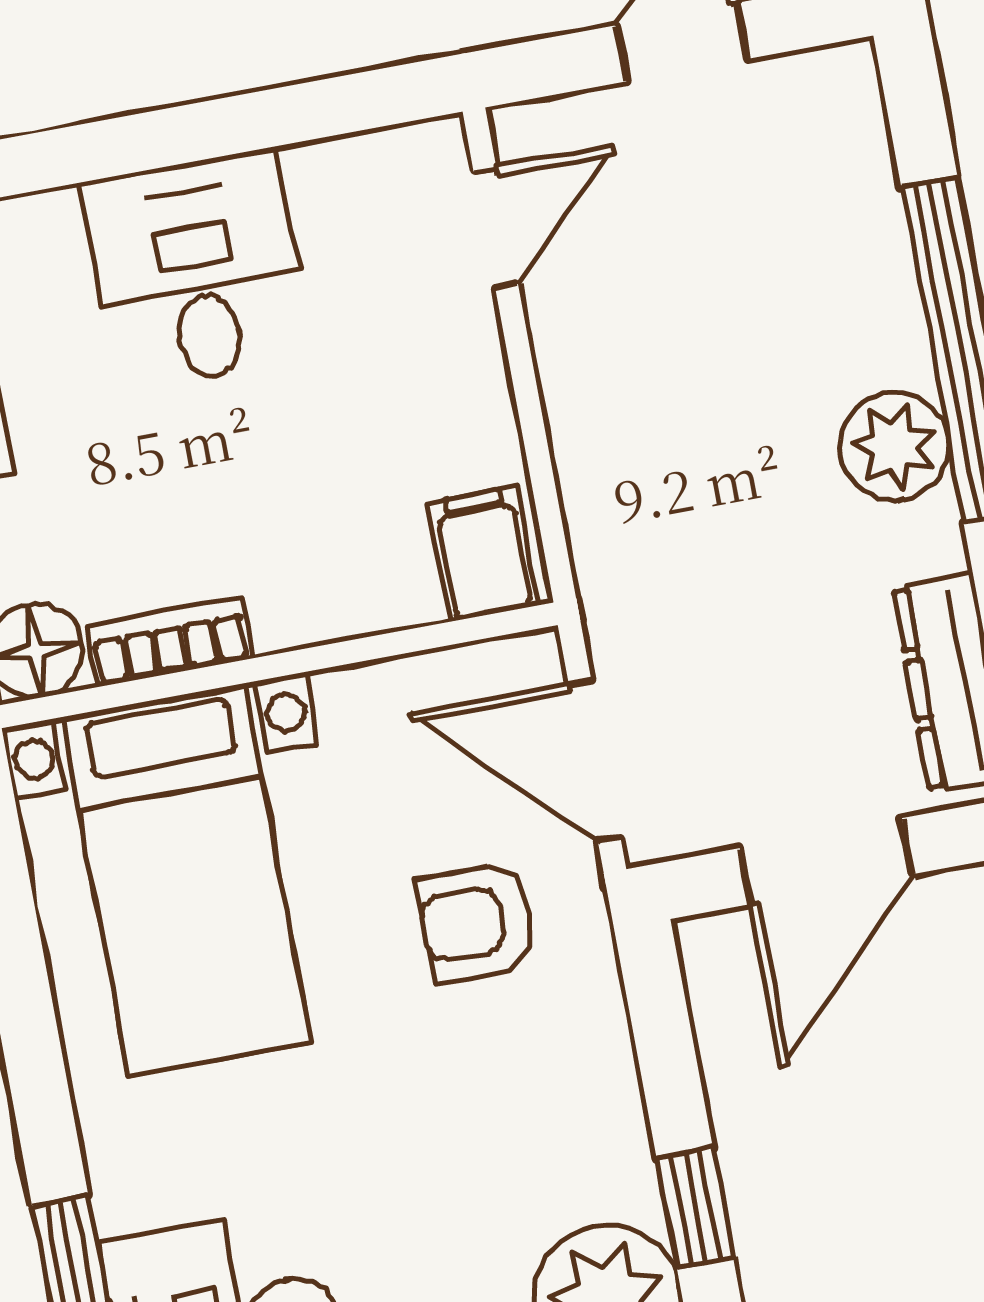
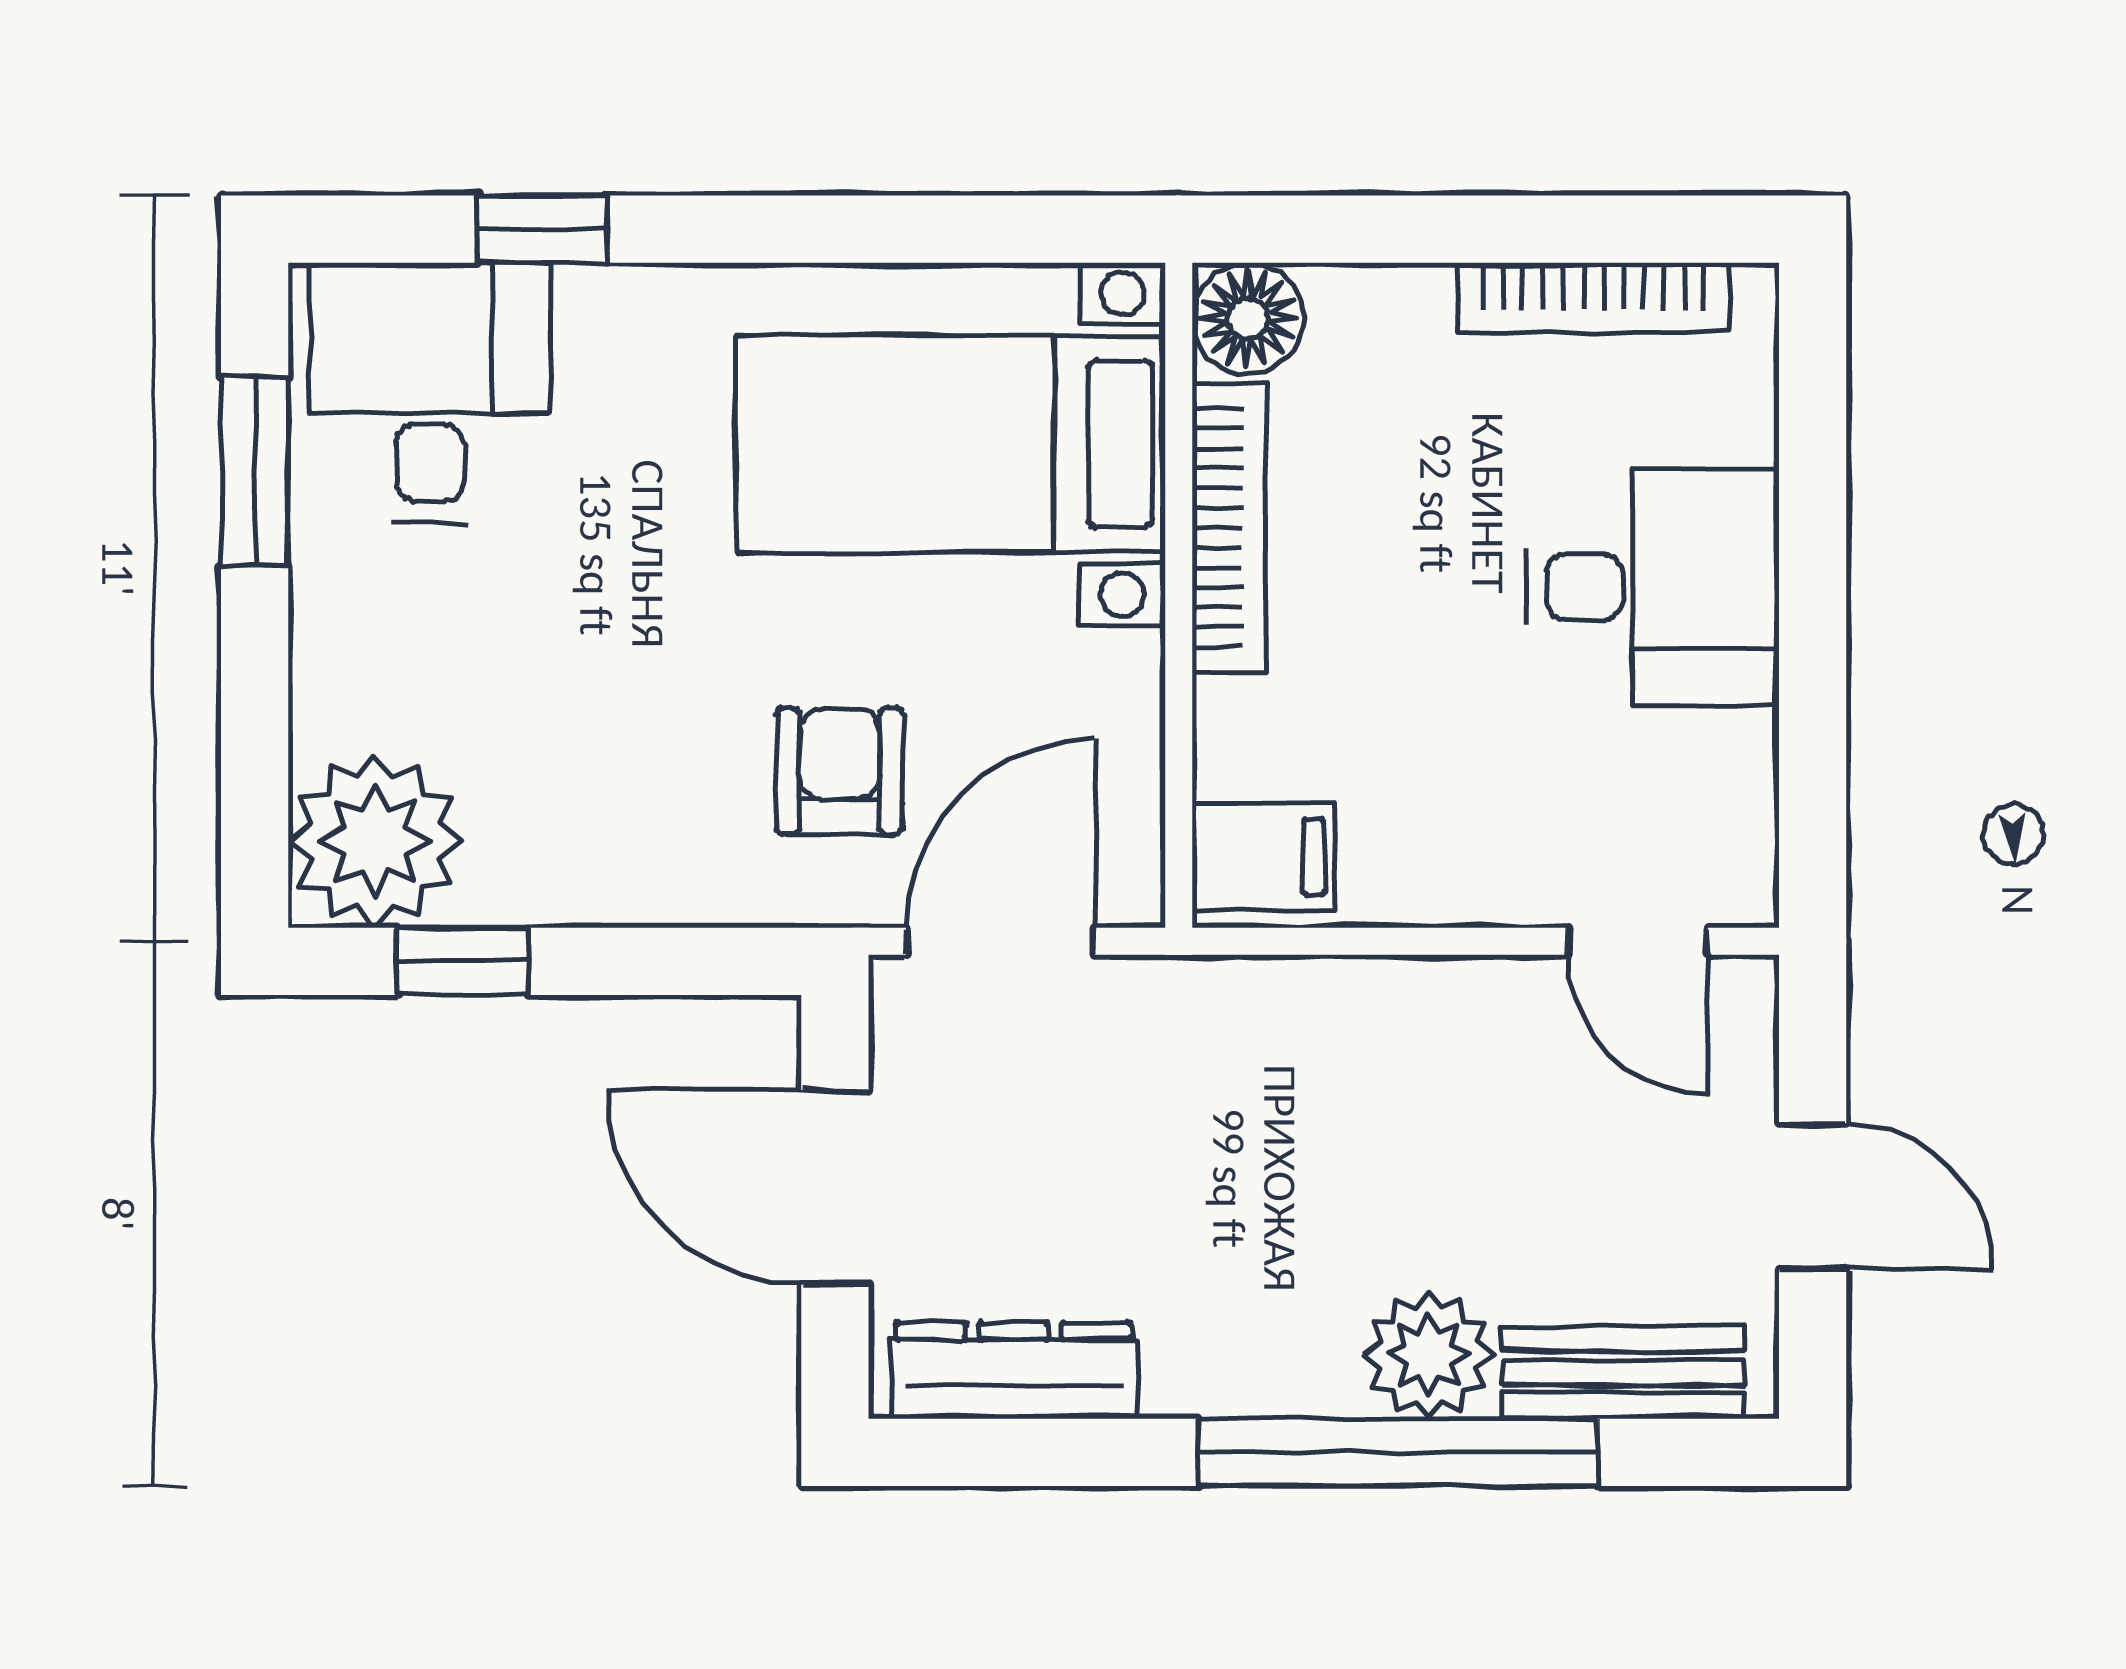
bench: (859, 173) -> (1623, 1372), added
plant: (894, 446) -> (1428, 1355), moved
bookcase: (170, 642) -> (1229, 528), width x1.56

